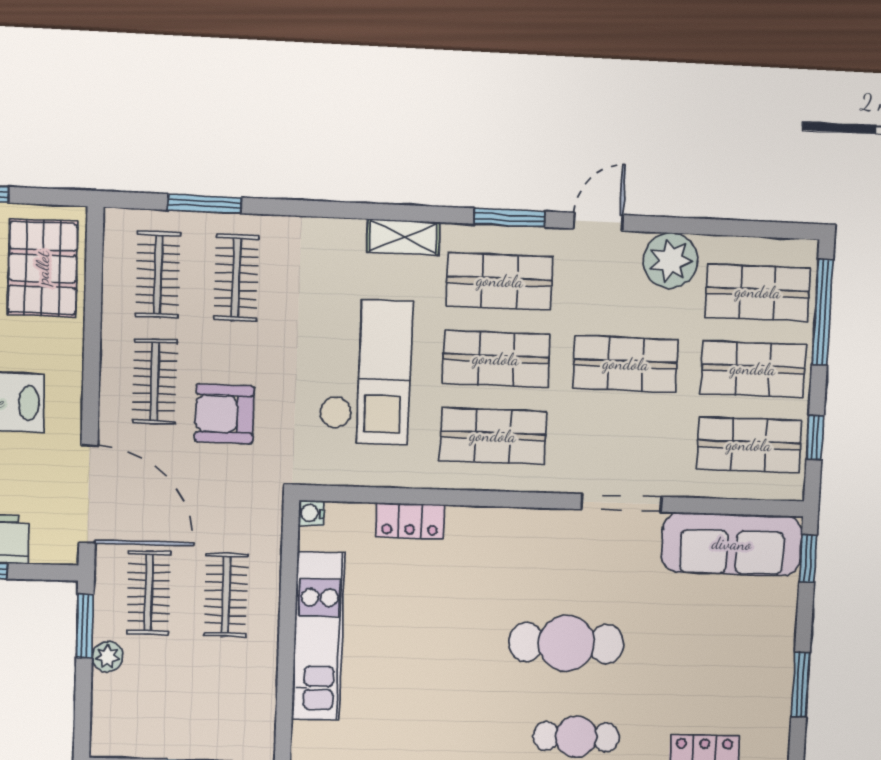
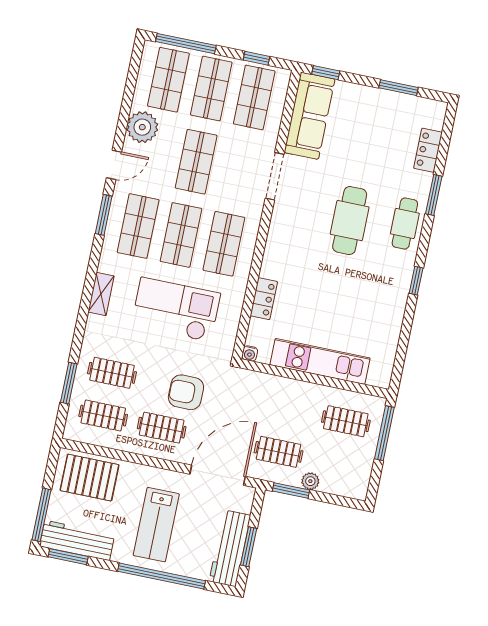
door: (598, 222) -> (114, 165), swing flipped
shelving: (403, 237) -> (101, 294), moved
armchair: (224, 414) -> (186, 392), turned 90
clothes rail: (226, 595) -> (346, 421), moved

